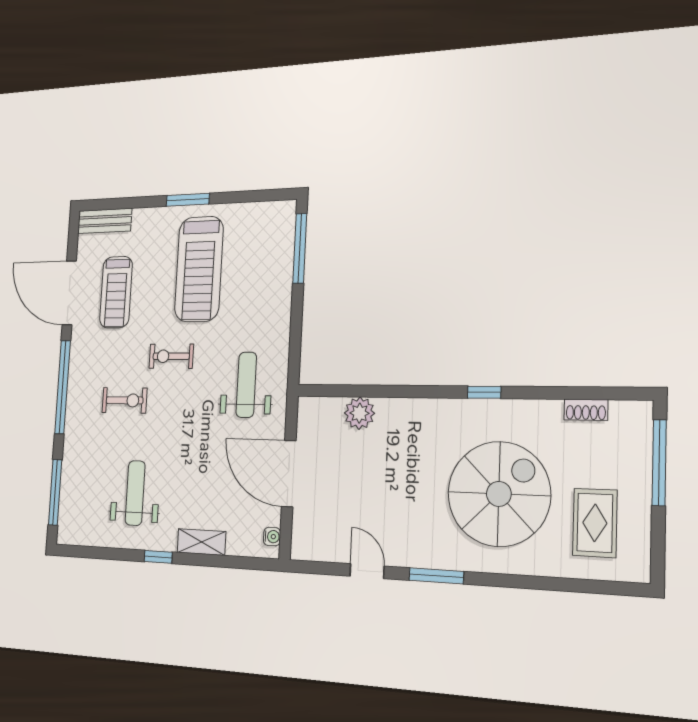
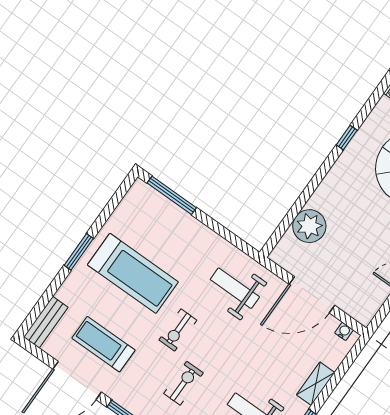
treadmill: (116, 292) -> (103, 344), turned 180
plant: (359, 413) -> (309, 226), width x1.36, depth x1.36

